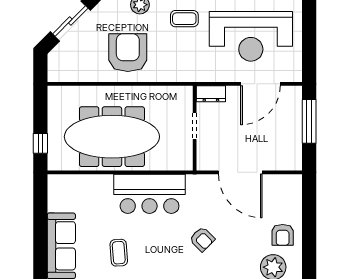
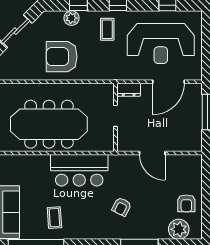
coffee table: (184, 19) -> (107, 29), turned 90
armchair: (128, 53) -> (62, 57), turned -90
door: (240, 172) -> (152, 153), width x0.73
armchair: (202, 239) -> (122, 207), turned 72

